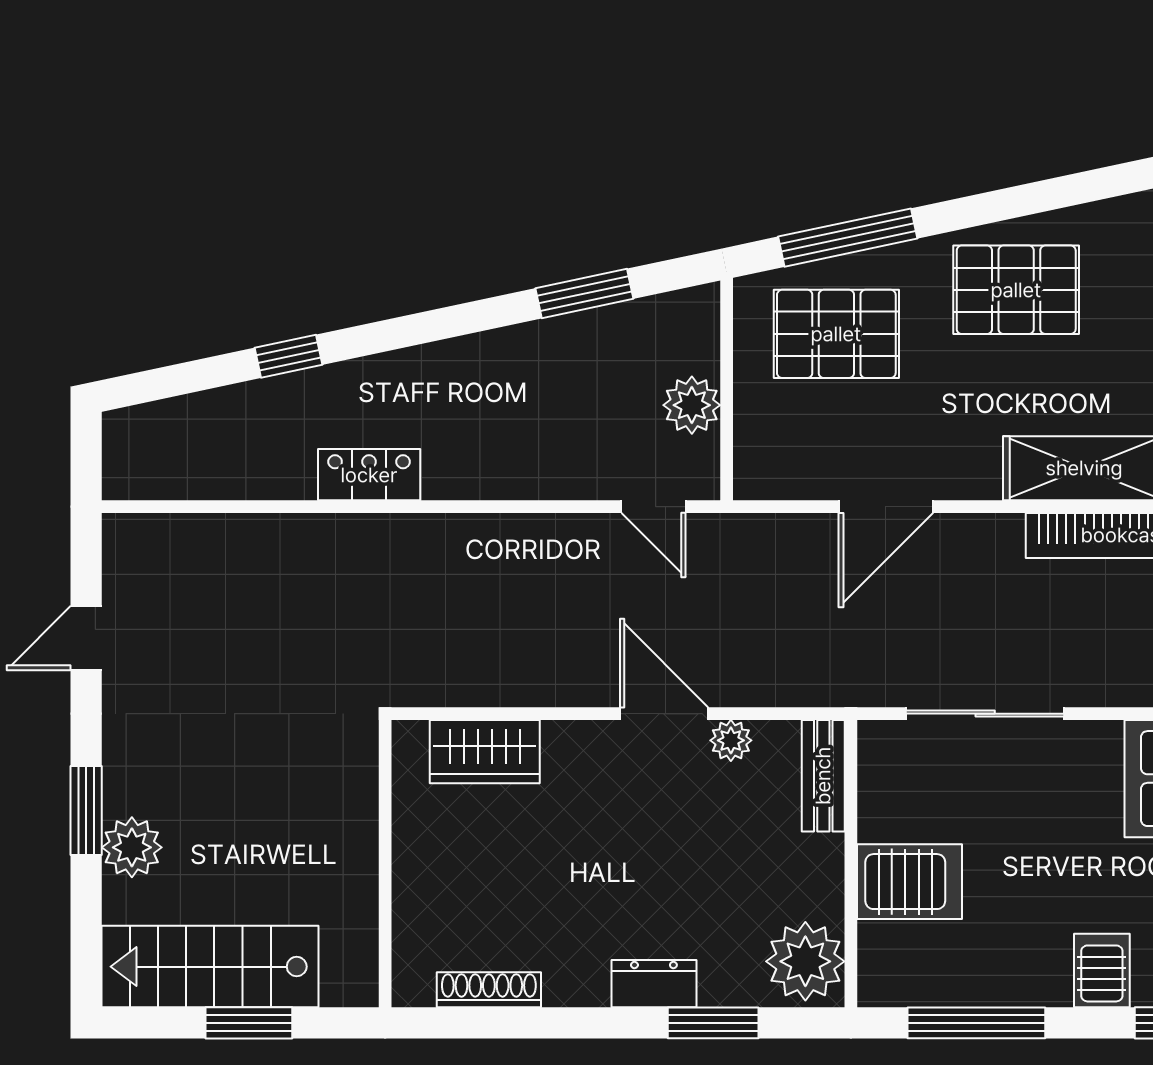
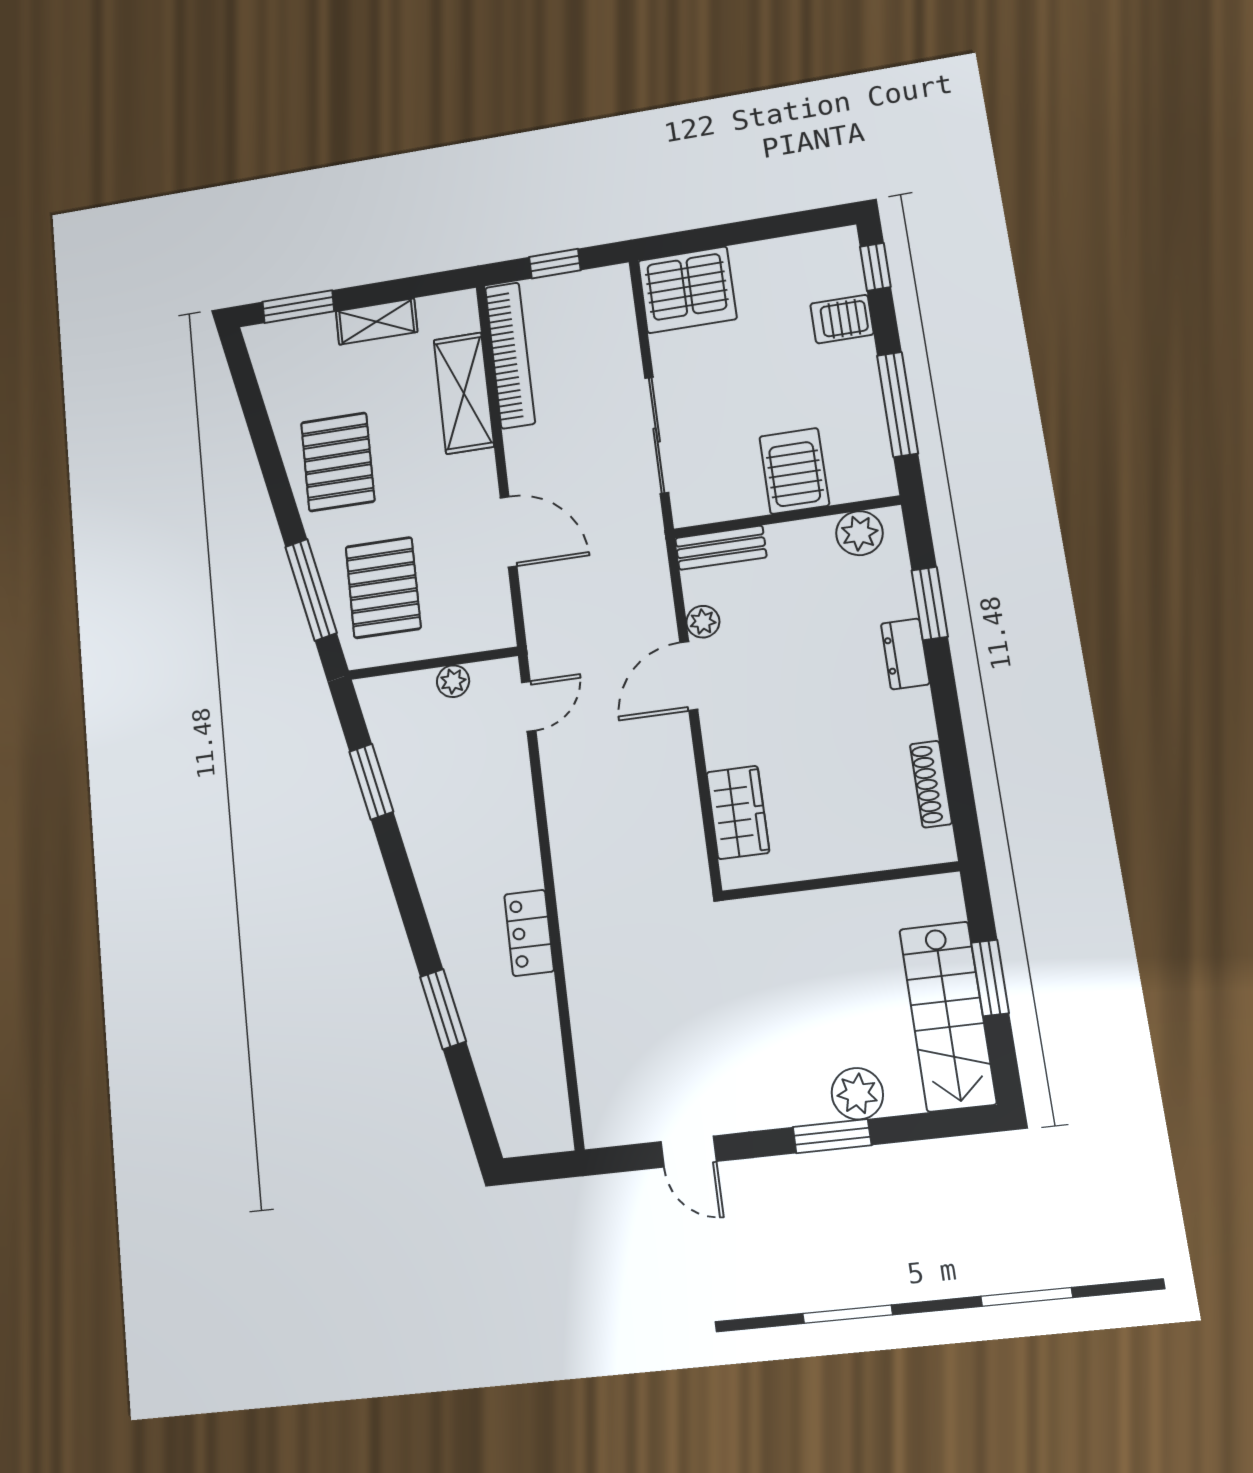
window: (289, 356) -> (443, 1009), width x1.50
plant: (692, 405) -> (453, 681), width x0.73, depth x0.73
plant: (805, 961) -> (859, 533), width x0.73, depth x0.73

